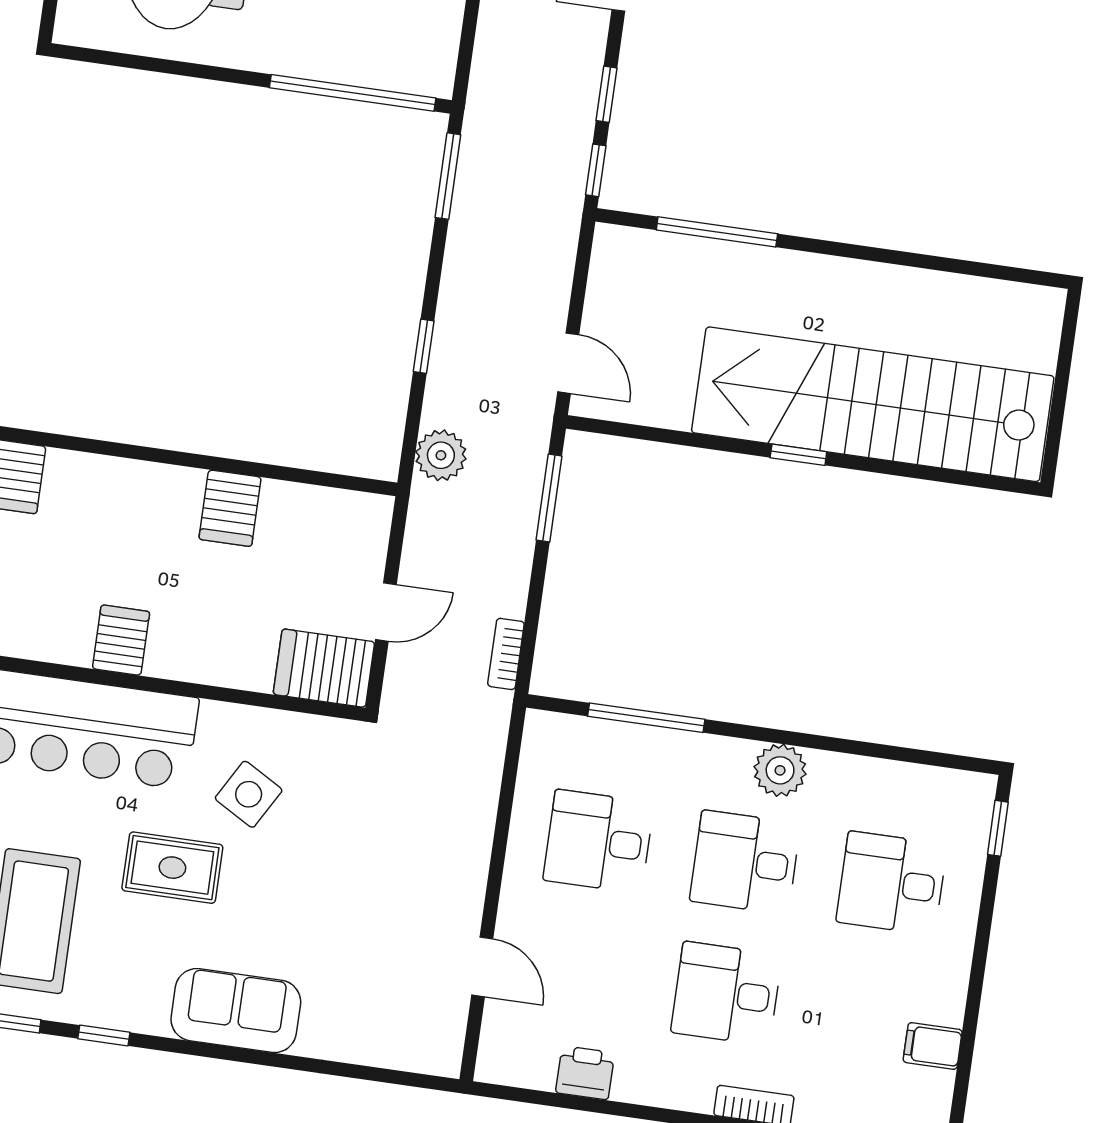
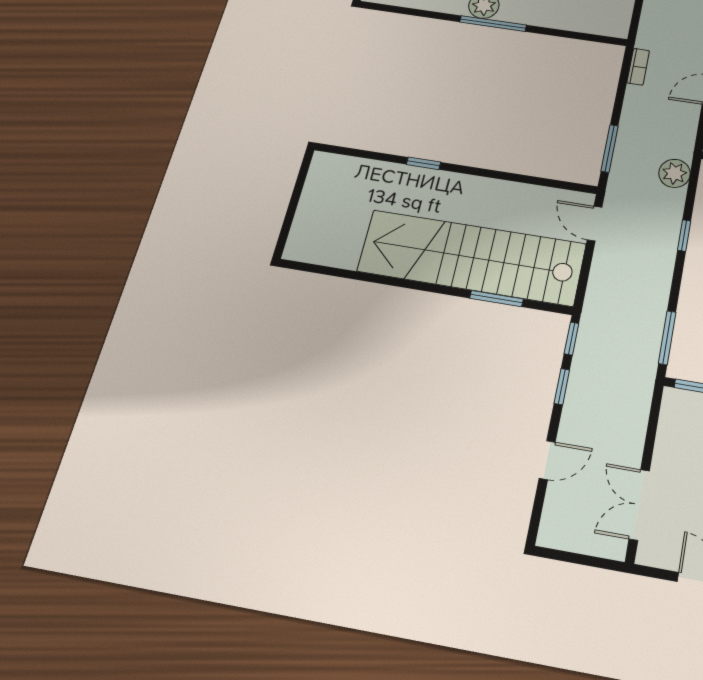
window: (717, 232) -> (496, 299), width x0.69
stairs: (873, 404) -> (472, 258), moved, turned 180
window: (798, 455) -> (423, 163), moved
window: (646, 718) -> (493, 23), moved

